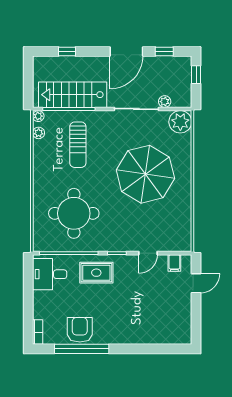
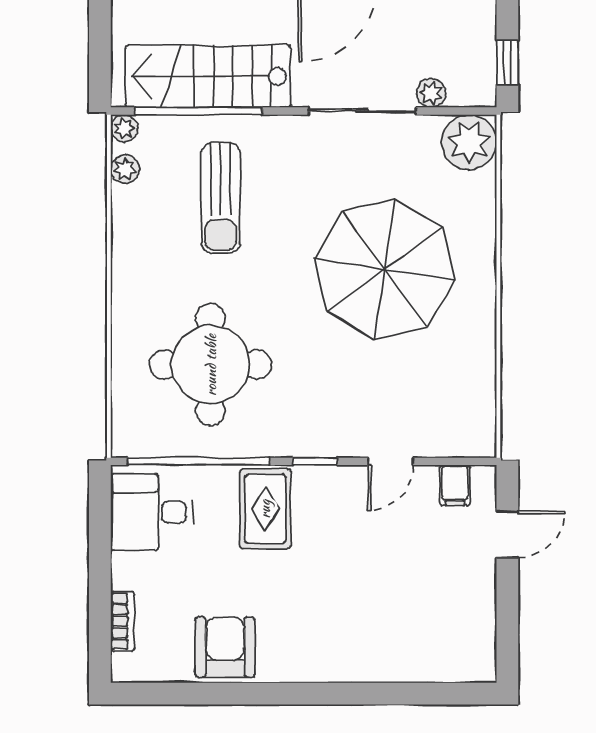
window: (196, 75) -> (507, 62), moved
rug: (96, 273) -> (265, 509), turned 90
bookcase: (38, 332) -> (123, 621), moved
window: (82, 349) -> (229, 694), removed

